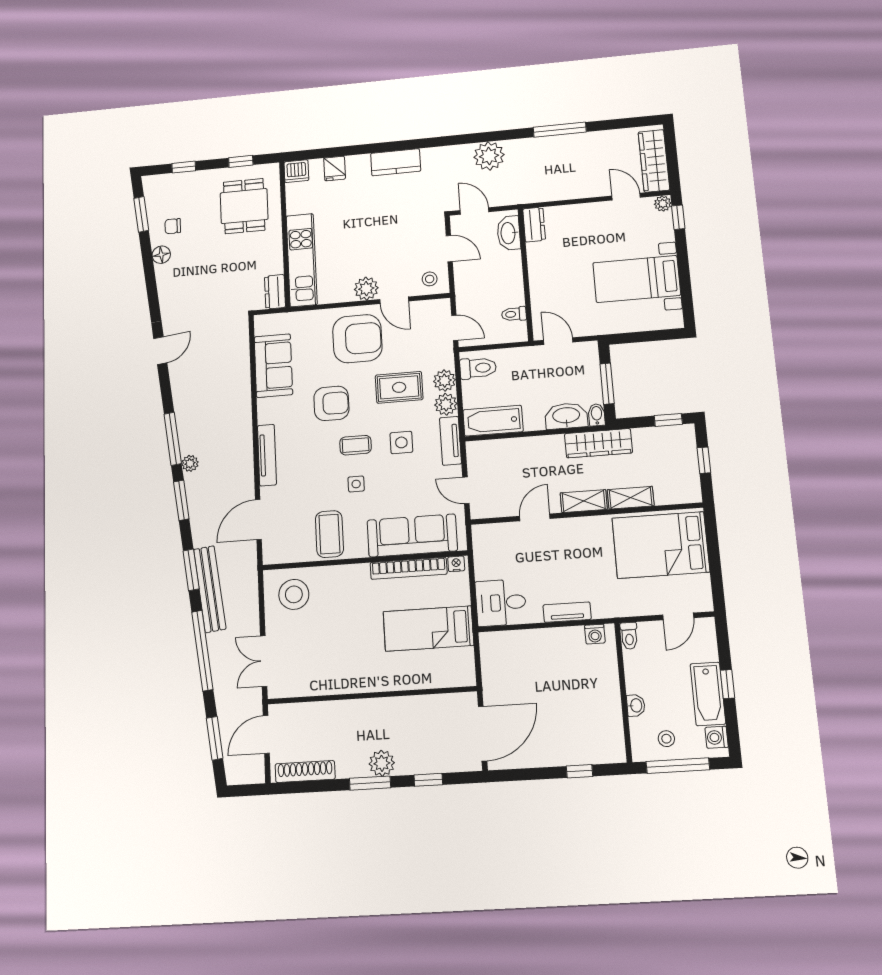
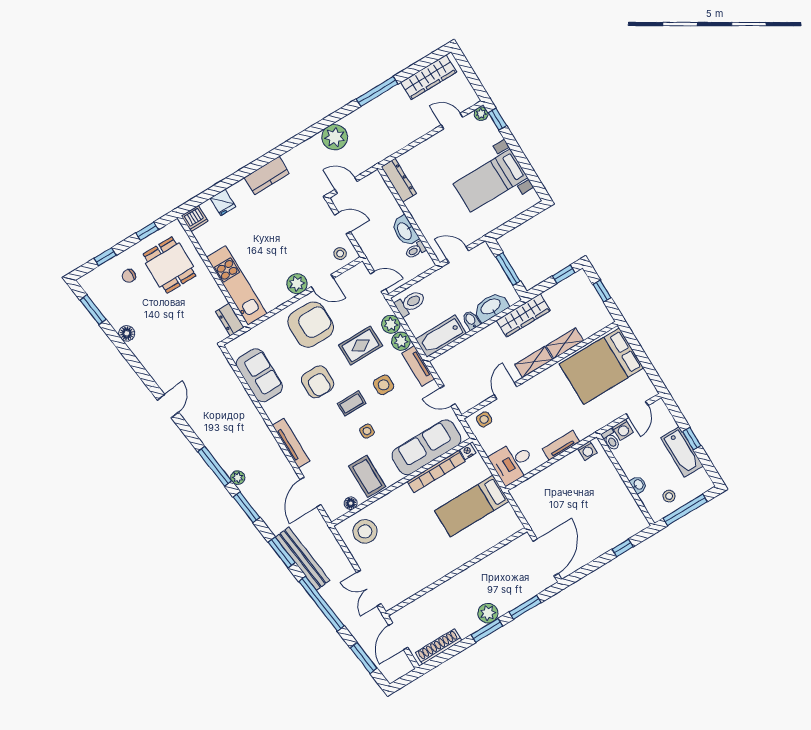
wardrobe: (654, 161) -> (429, 77), moved, turned -90
dresser: (534, 225) -> (399, 180), width x1.44
chair: (173, 226) -> (129, 276), moved
washbasin: (509, 233) -> (405, 231), moved
armchair: (331, 403) -> (318, 382), turned 90
bidet: (597, 415) -> (471, 320), moved
side table: (494, 537) -> (484, 419), added
floor lamp: (295, 555) -> (351, 503), added
washing machine: (717, 737) -> (623, 430), moved, turned -90
window: (428, 780) -> (525, 607), width x1.50

